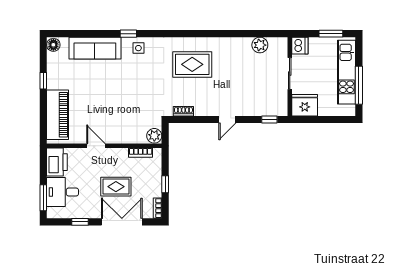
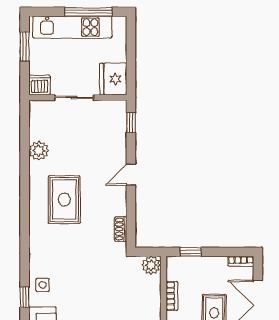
plant: (260, 45) -> (39, 151), moved
rug: (192, 64) -> (64, 200), moved
door: (227, 119) -> (131, 175), swing flipped
bookcase: (141, 153) -> (172, 296), moved
window: (165, 184) -> (191, 252), moved

